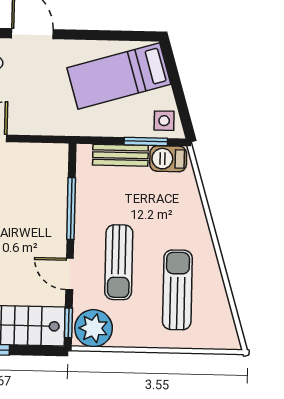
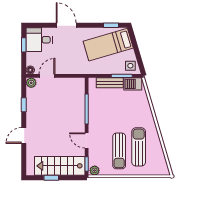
window: (126, 36) -> (111, 25), added
sun lounger: (119, 262) -> (119, 151), moved
plant: (94, 328) -> (95, 170), width x0.53, depth x0.53

